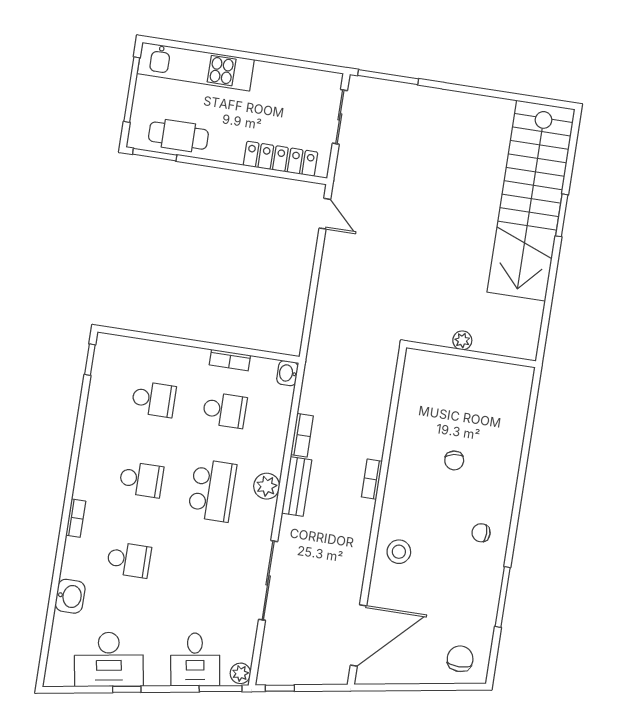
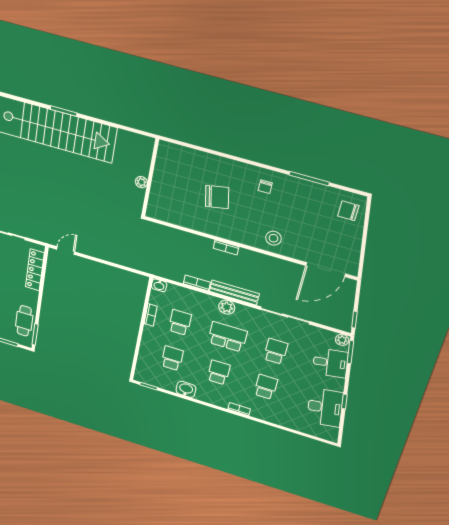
chair: (454, 460) -> (217, 197), width x1.87, depth x1.87
bench: (297, 486) -> (234, 293), width x1.36
school desk: (200, 571) -> (276, 351), added
washbasin: (70, 596) -> (186, 389), moved
door: (358, 635) -> (326, 270), swing flipped

